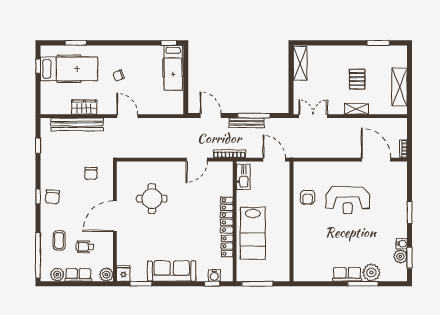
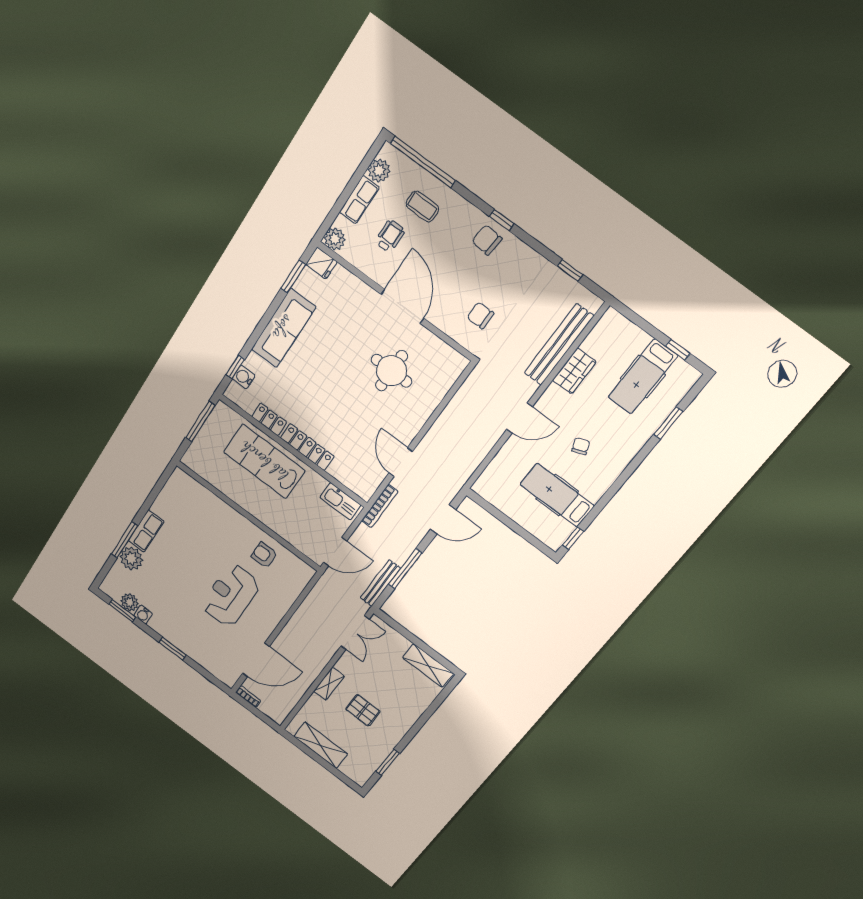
hospital bed: (173, 68) -> (557, 495), moved
hospital bed: (69, 69) -> (643, 376), width x0.73, depth x0.78
bench: (247, 123) -> (380, 583), moved

